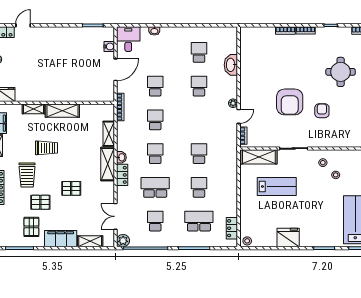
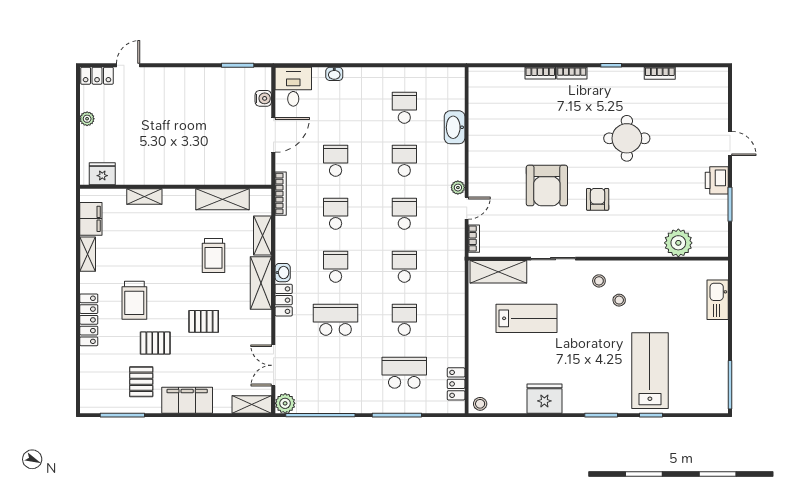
shelving: (62, 111) -> (223, 199), moved
trolley: (47, 148) -> (214, 256), moved, turned 90
school desk: (155, 221) -> (404, 214), moved
shelving: (90, 241) -> (252, 404), moved

